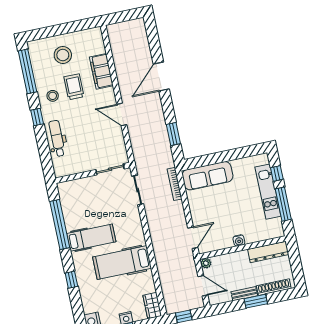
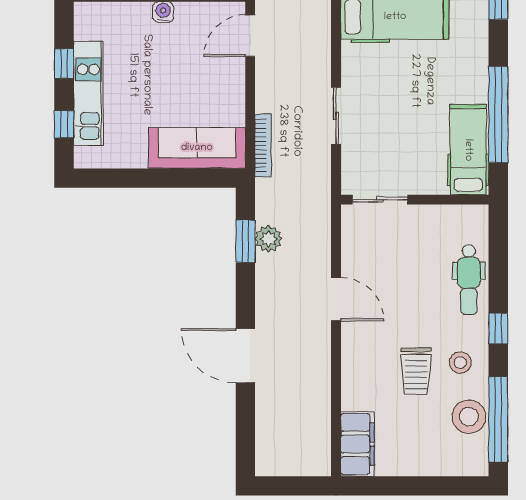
stool: (63, 55) -> (469, 417), moved
filing cabinet: (101, 71) -> (357, 444), moved
door: (161, 77) -> (245, 356), swing flipped
plant: (162, 138) -> (268, 239), added
sliding door: (138, 190) -> (336, 116), moved
window: (283, 204) -> (64, 64), width x0.46
hospital bed: (91, 238) -> (468, 150), moved, turned 90

